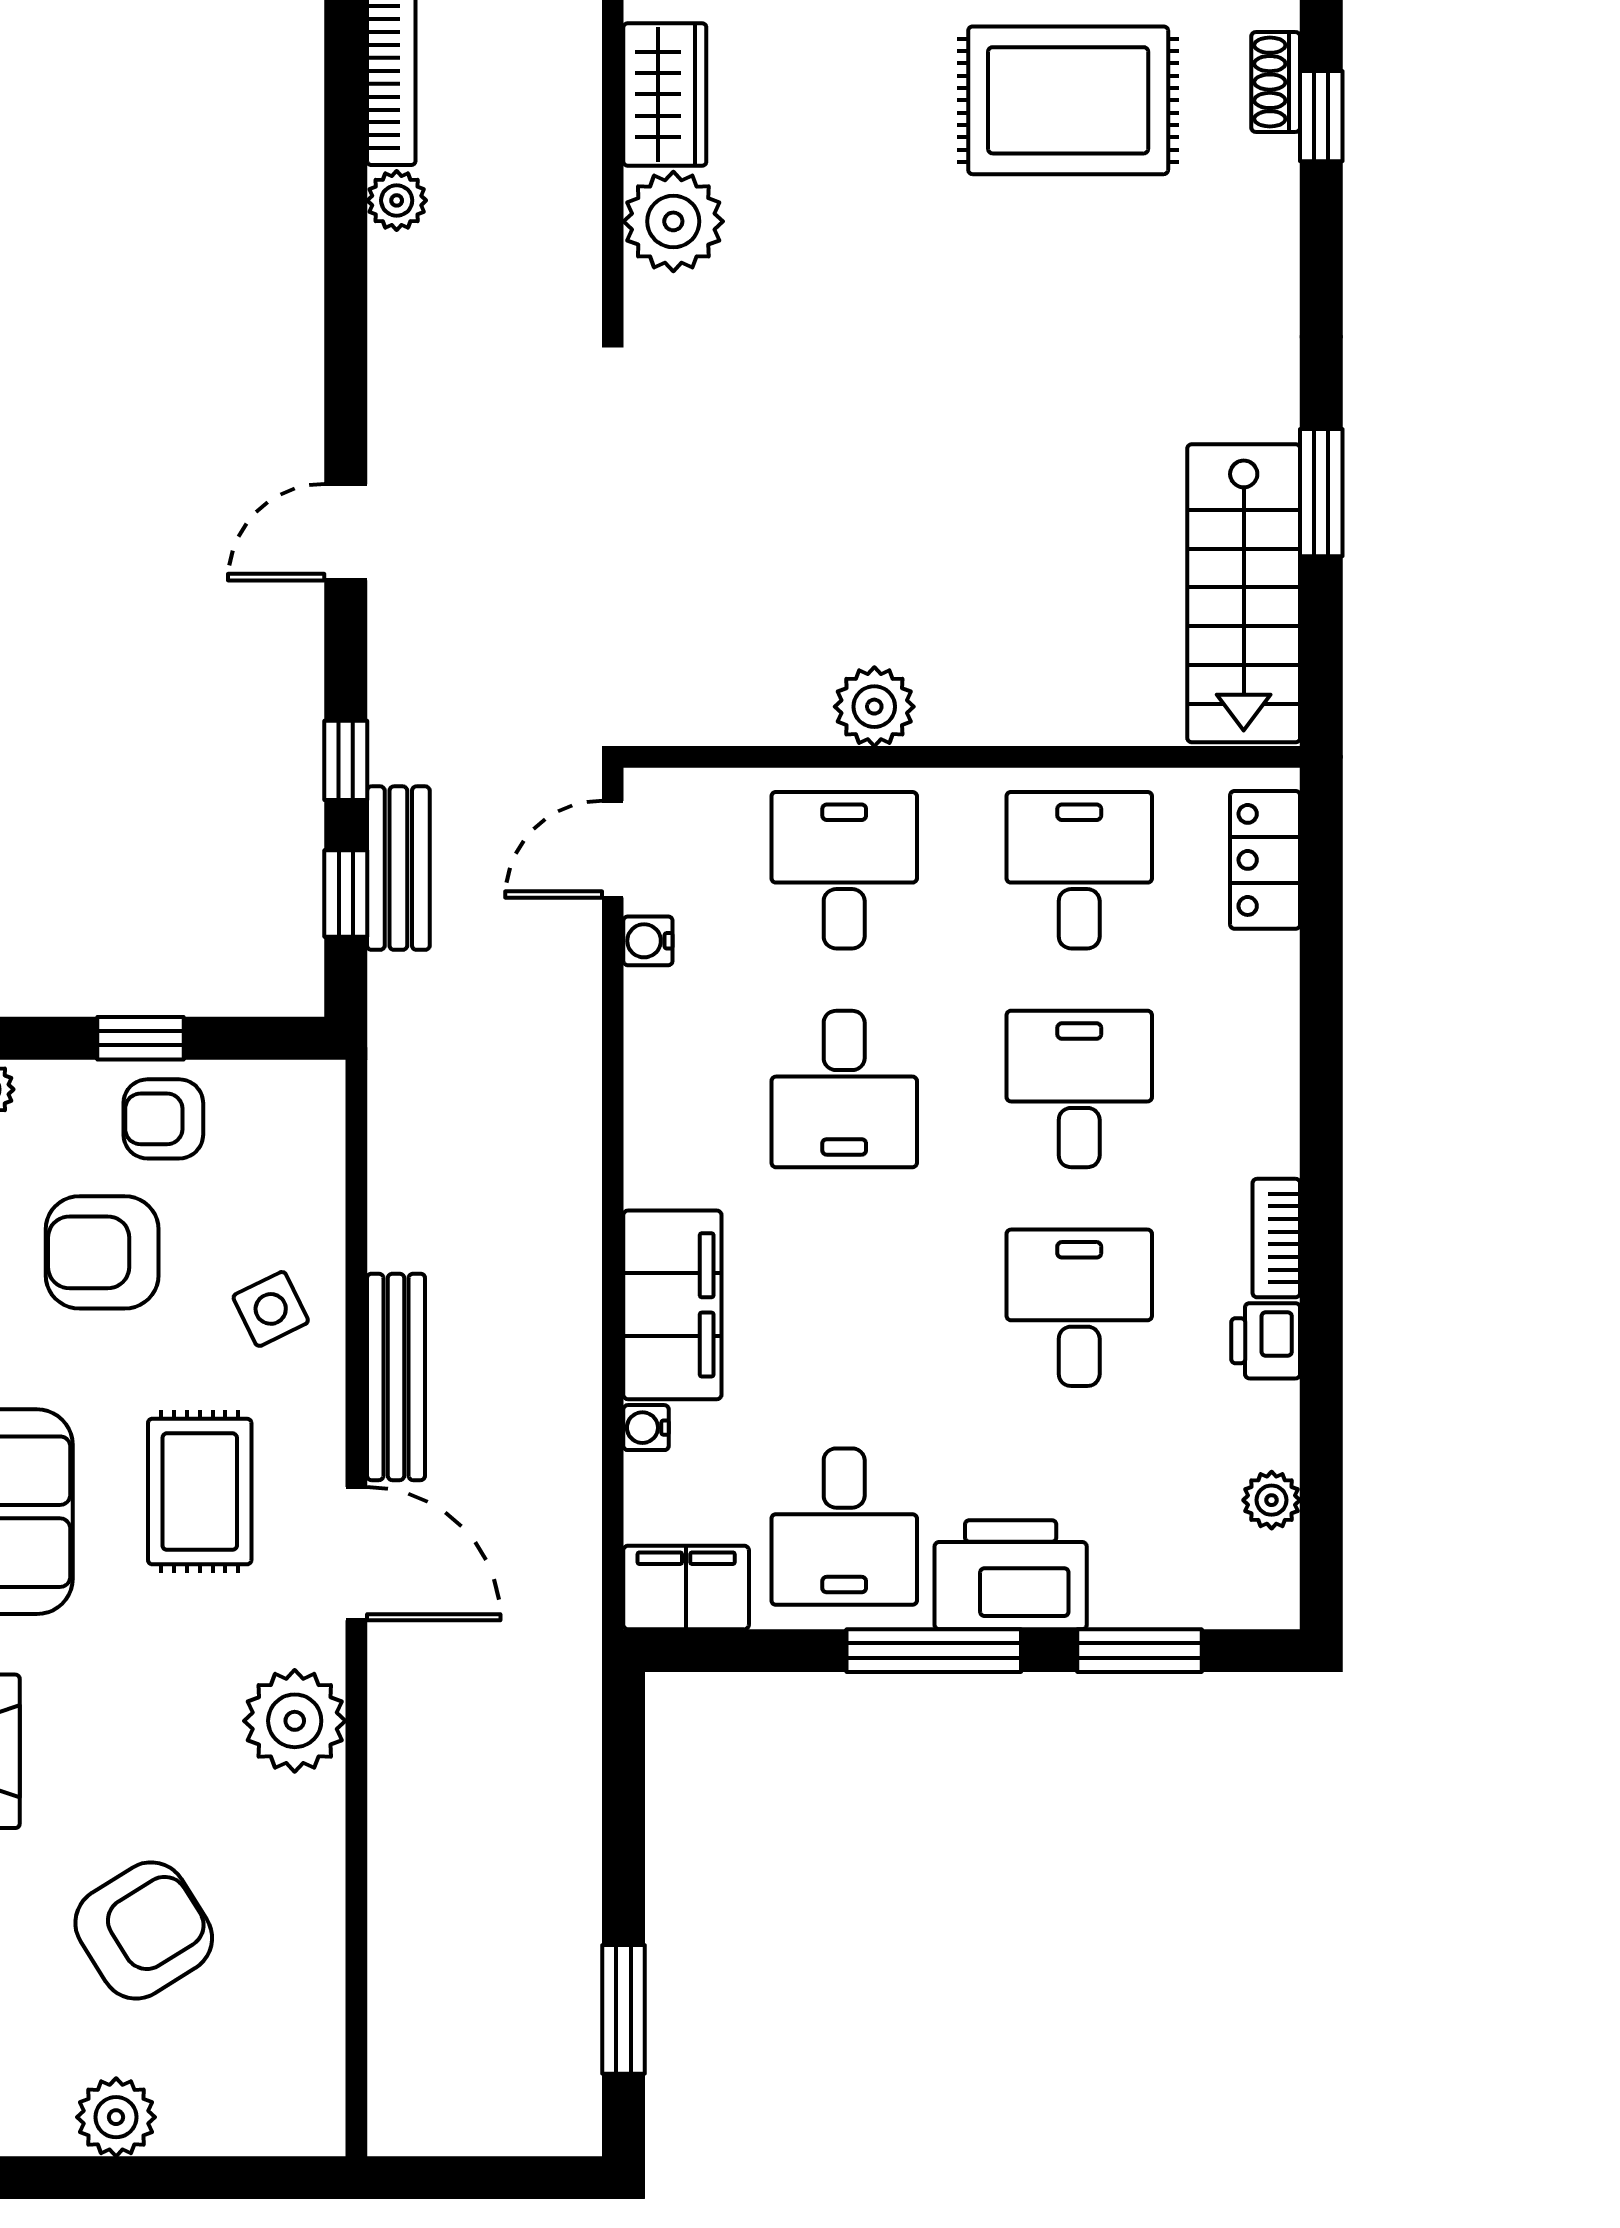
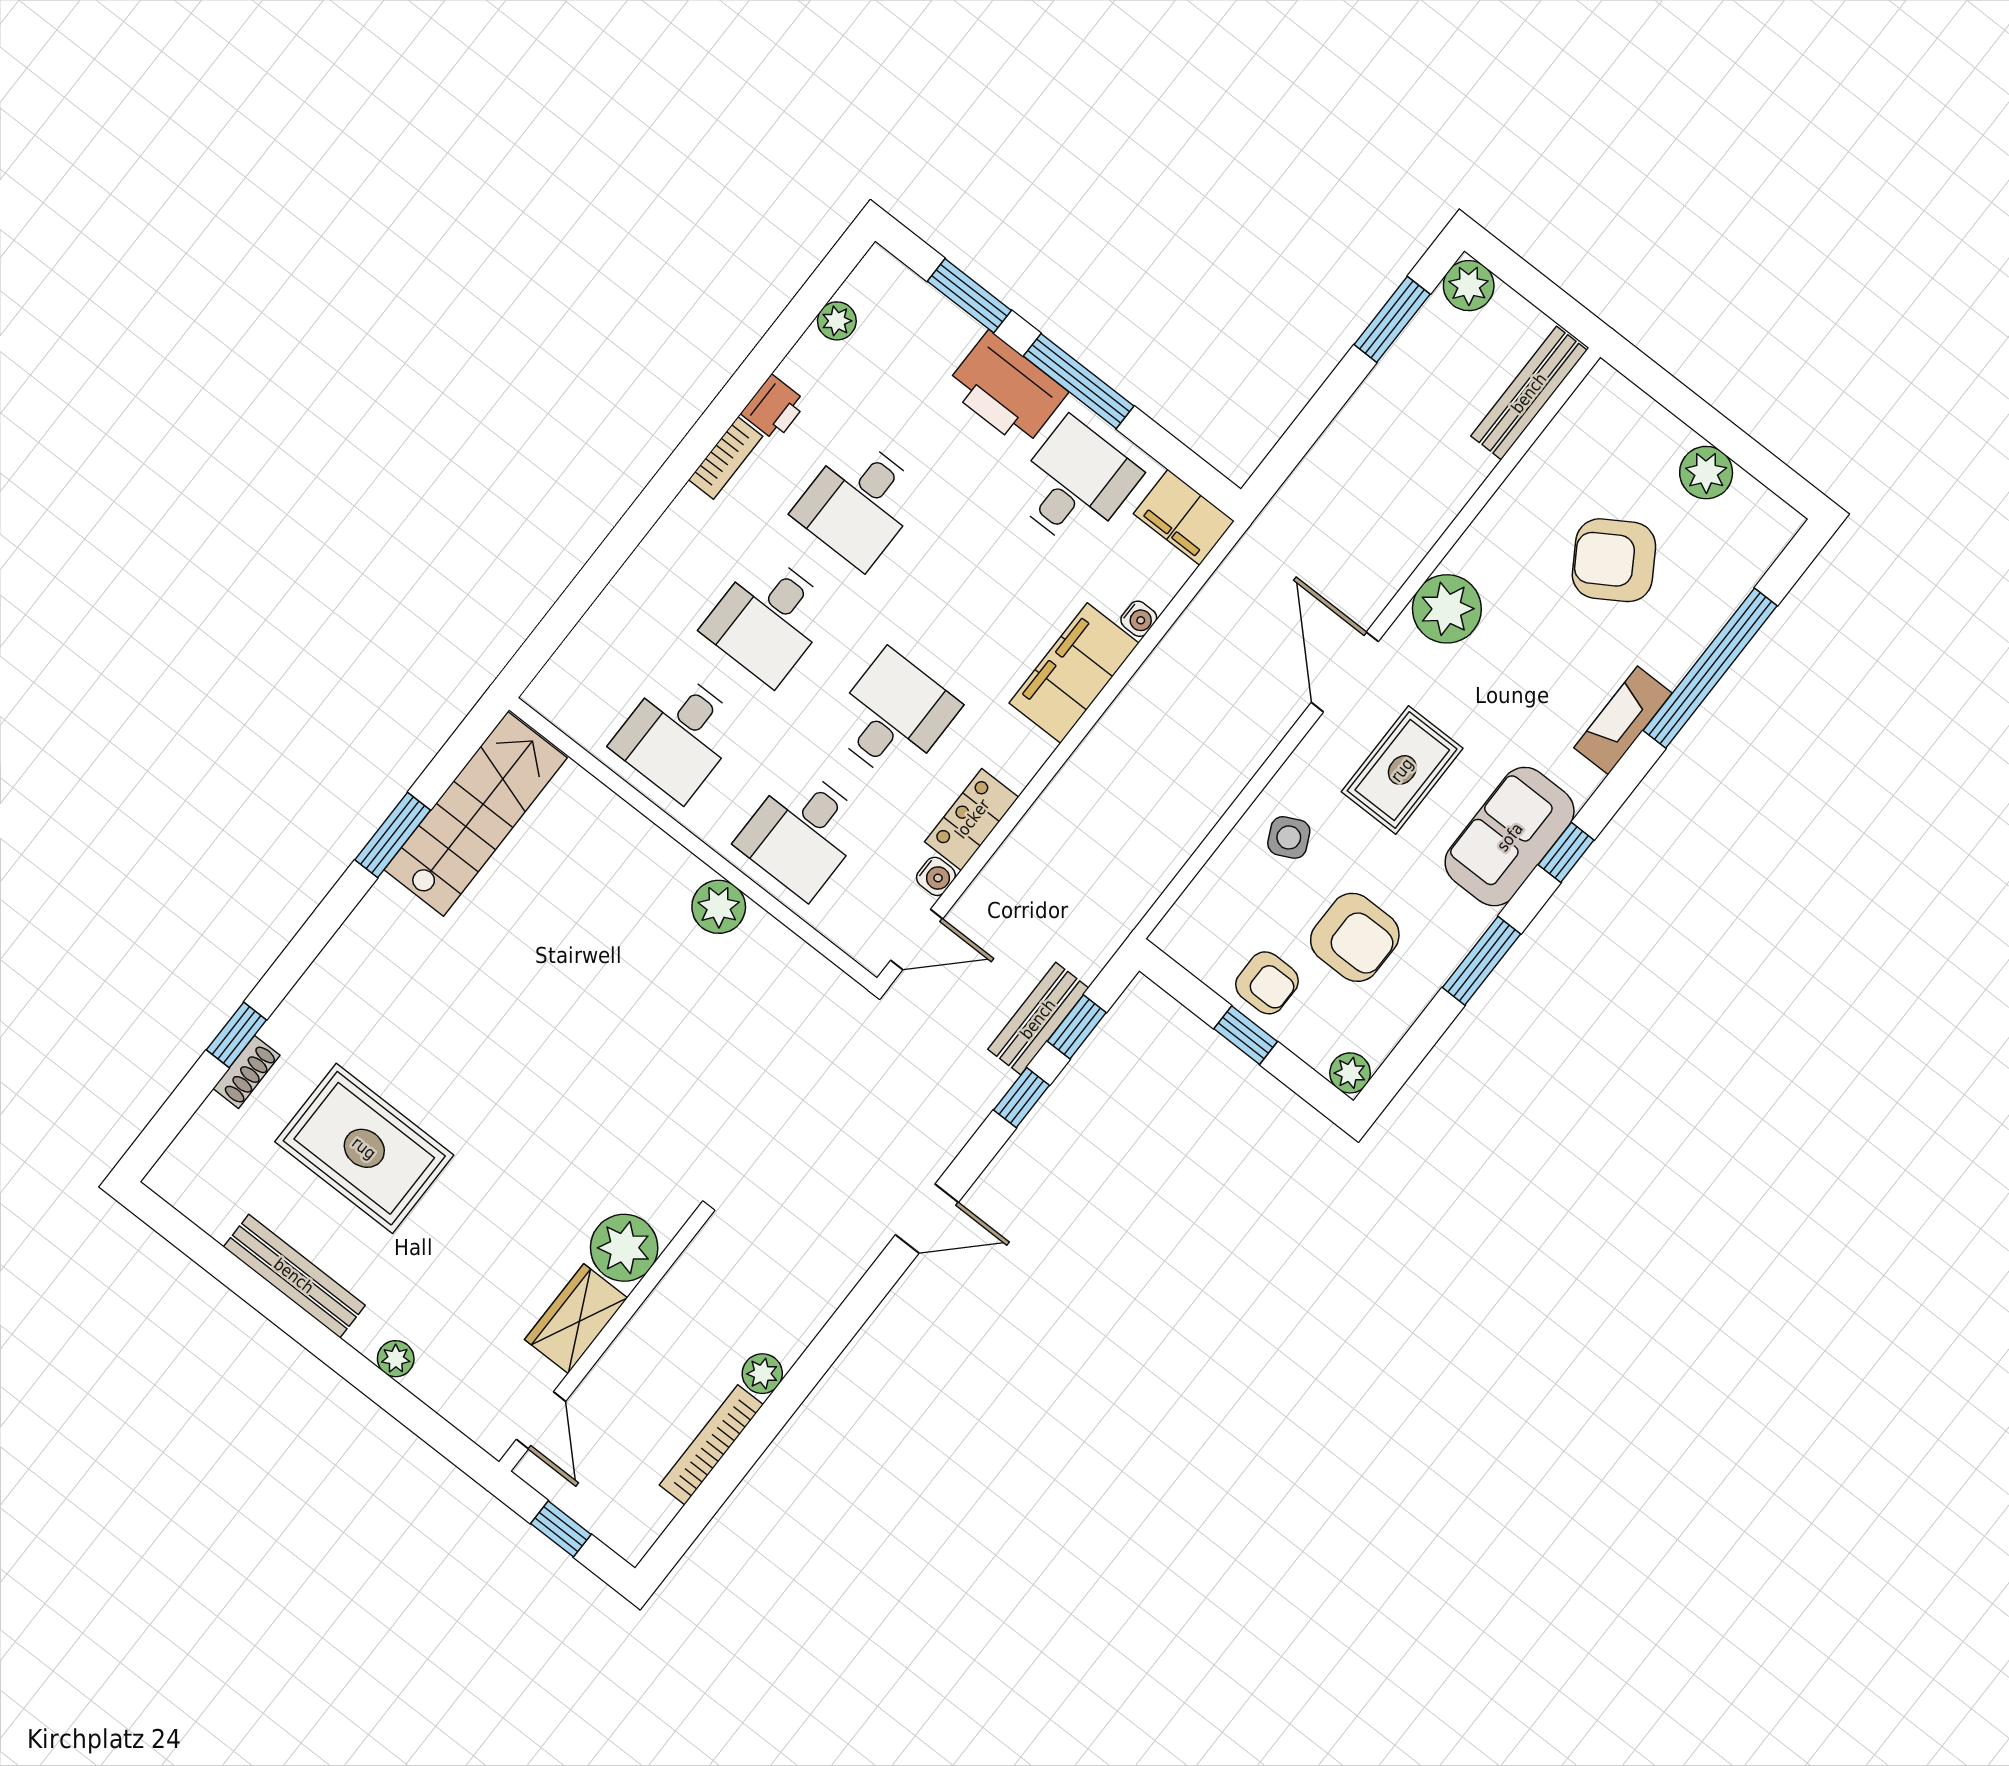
locker: (1265, 860) -> (972, 819), moved, turned 180
bench: (396, 1377) -> (1529, 393), moved
plant: (565, 2119) -> (1469, 286), added

